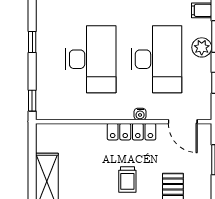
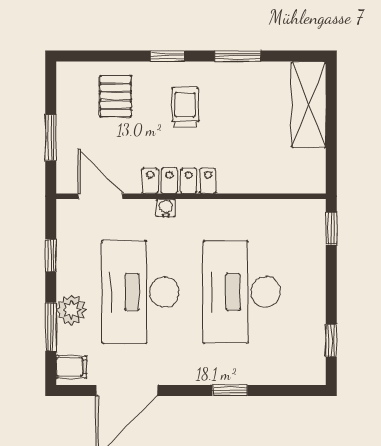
window: (32, 42) -> (331, 341), moved

